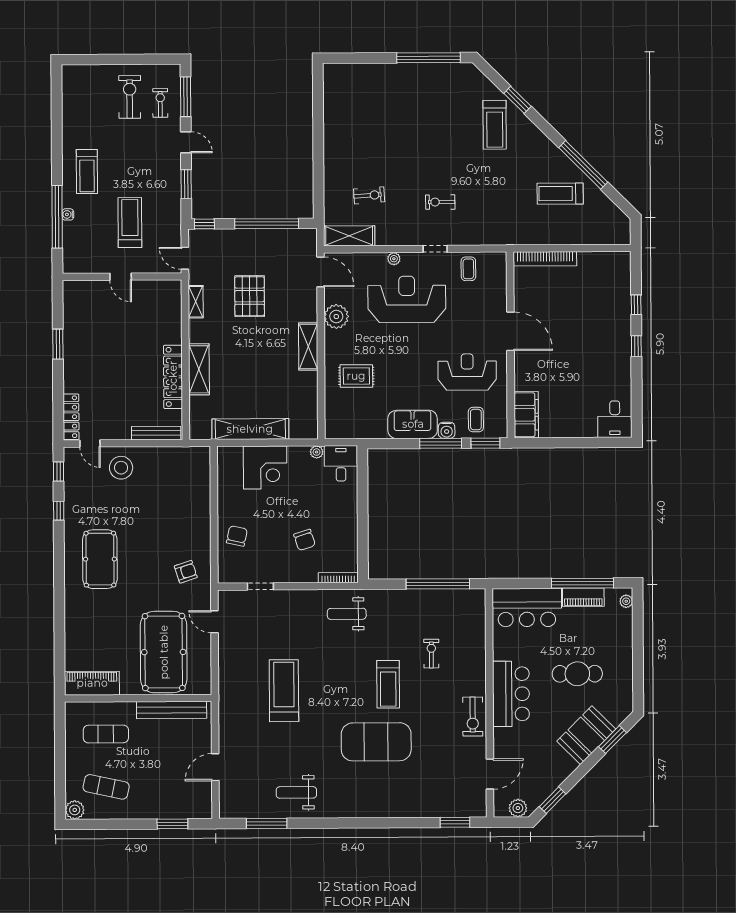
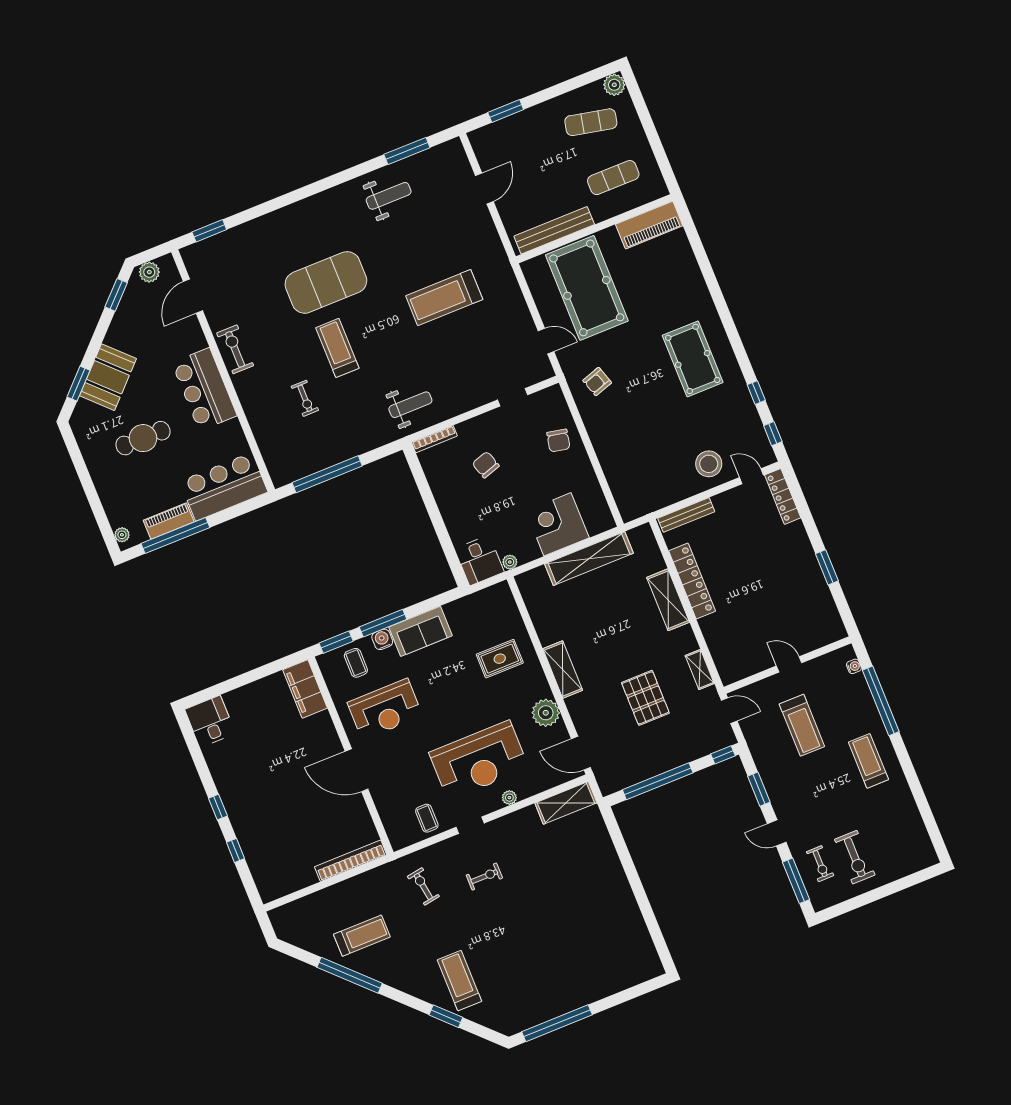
exercise bike: (369, 195) -> (423, 886), moved, turned 85
water cooler: (68, 214) -> (854, 666), moved
treadmill: (284, 691) -> (444, 298), turned 90

